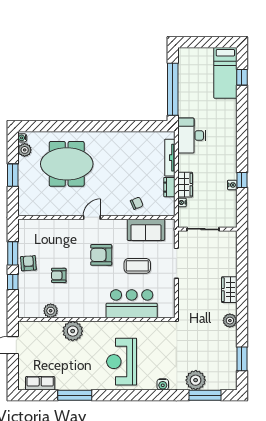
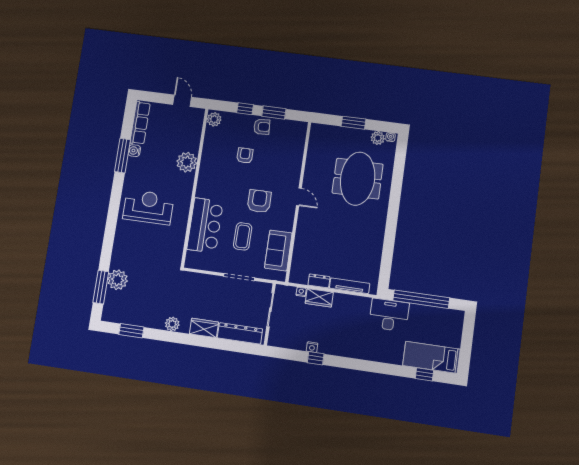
desk: (192, 136) -> (389, 315), moved
chair: (137, 203) -> (307, 245), removed
dresser: (229, 255) -> (240, 333), added
plant: (51, 311) -> (214, 119), moved
row of seats: (40, 383) -> (140, 123), width x1.48
water cooler: (163, 384) -> (134, 151), moved

